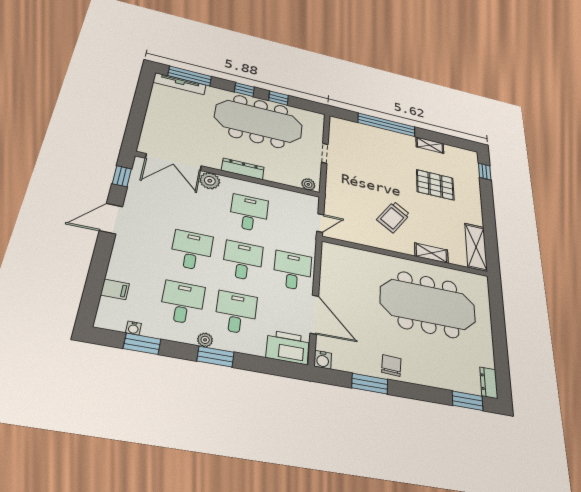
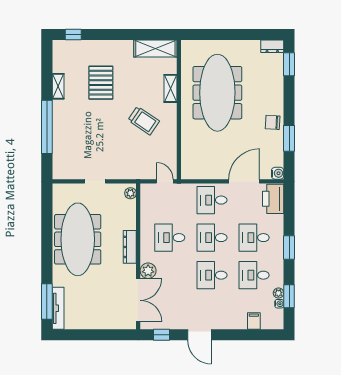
window: (244, 90) -> (47, 255), removed
window: (279, 98) -> (47, 225), removed
plant: (205, 340) -> (278, 293), moved

